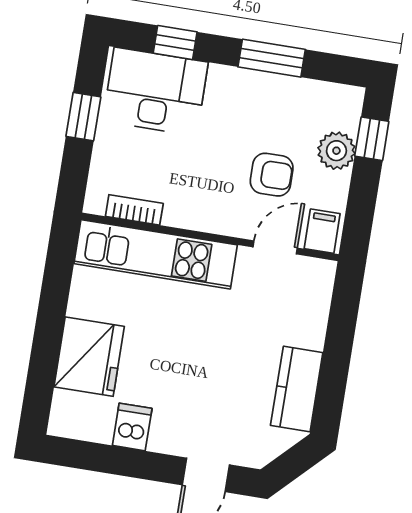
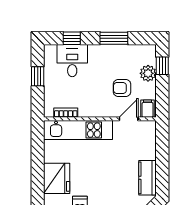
desk: (155, 92) -> (72, 61), width x0.73
armchair: (272, 175) -> (122, 88), turned 180

